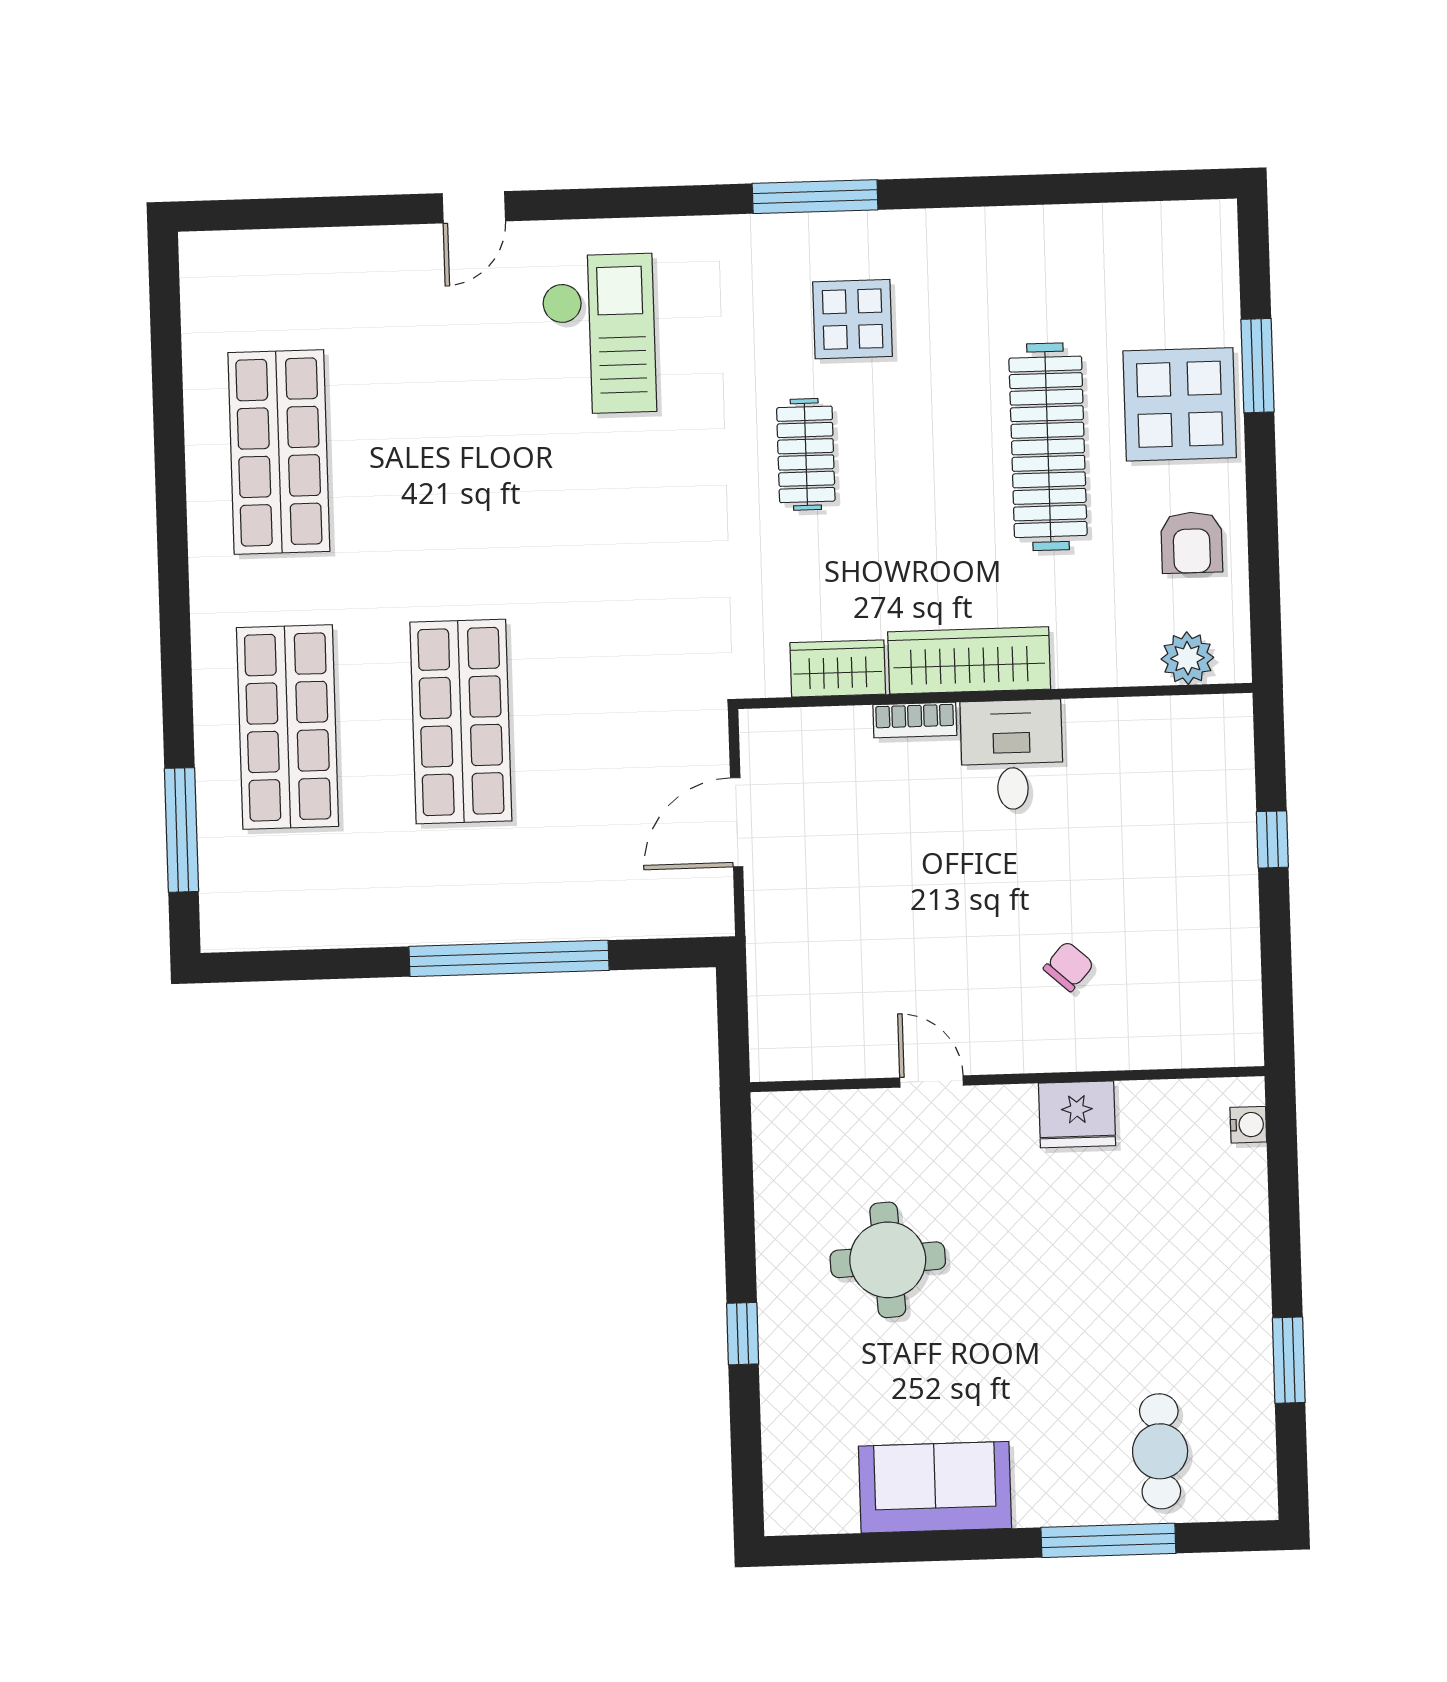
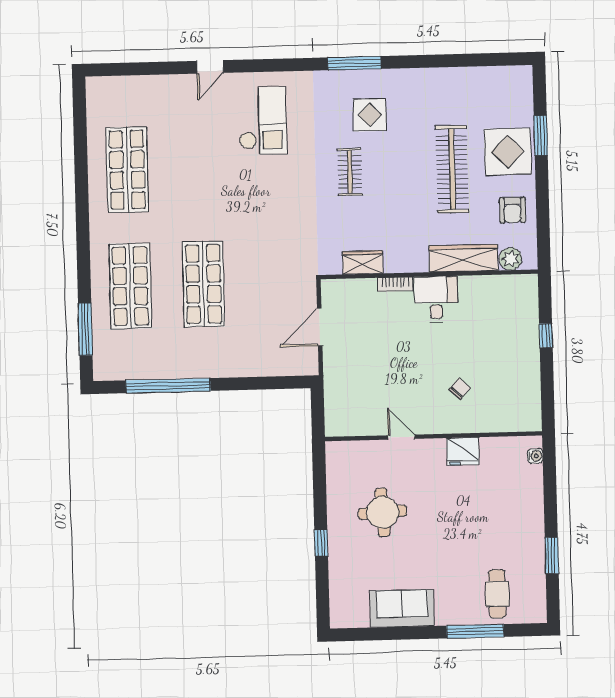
wardrobe: (969, 660) -> (463, 258), moved
window: (509, 958) -> (168, 386), moved

